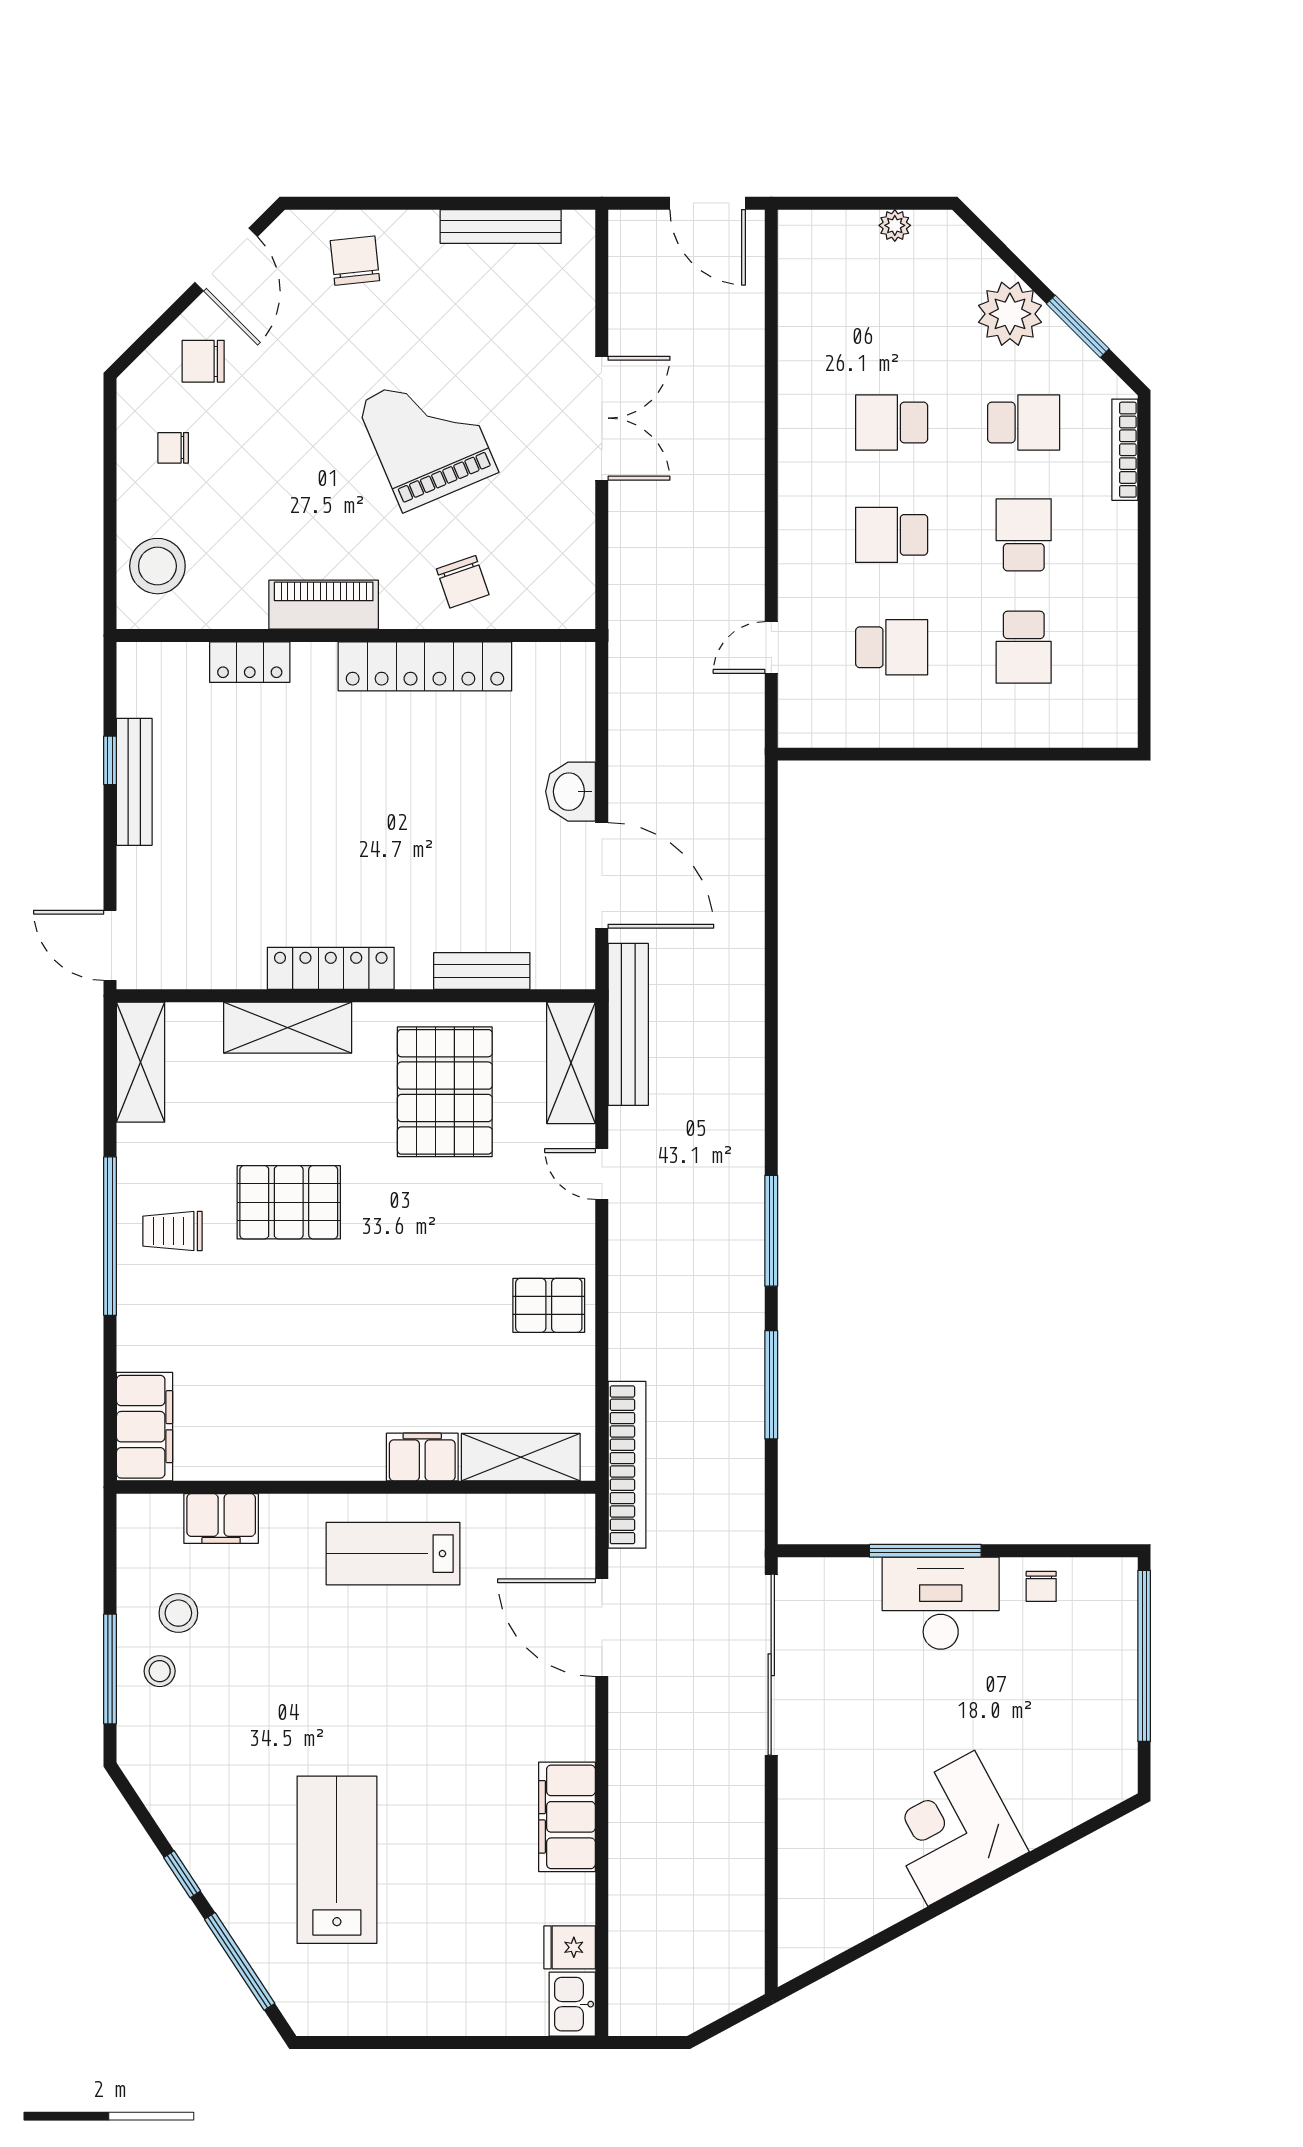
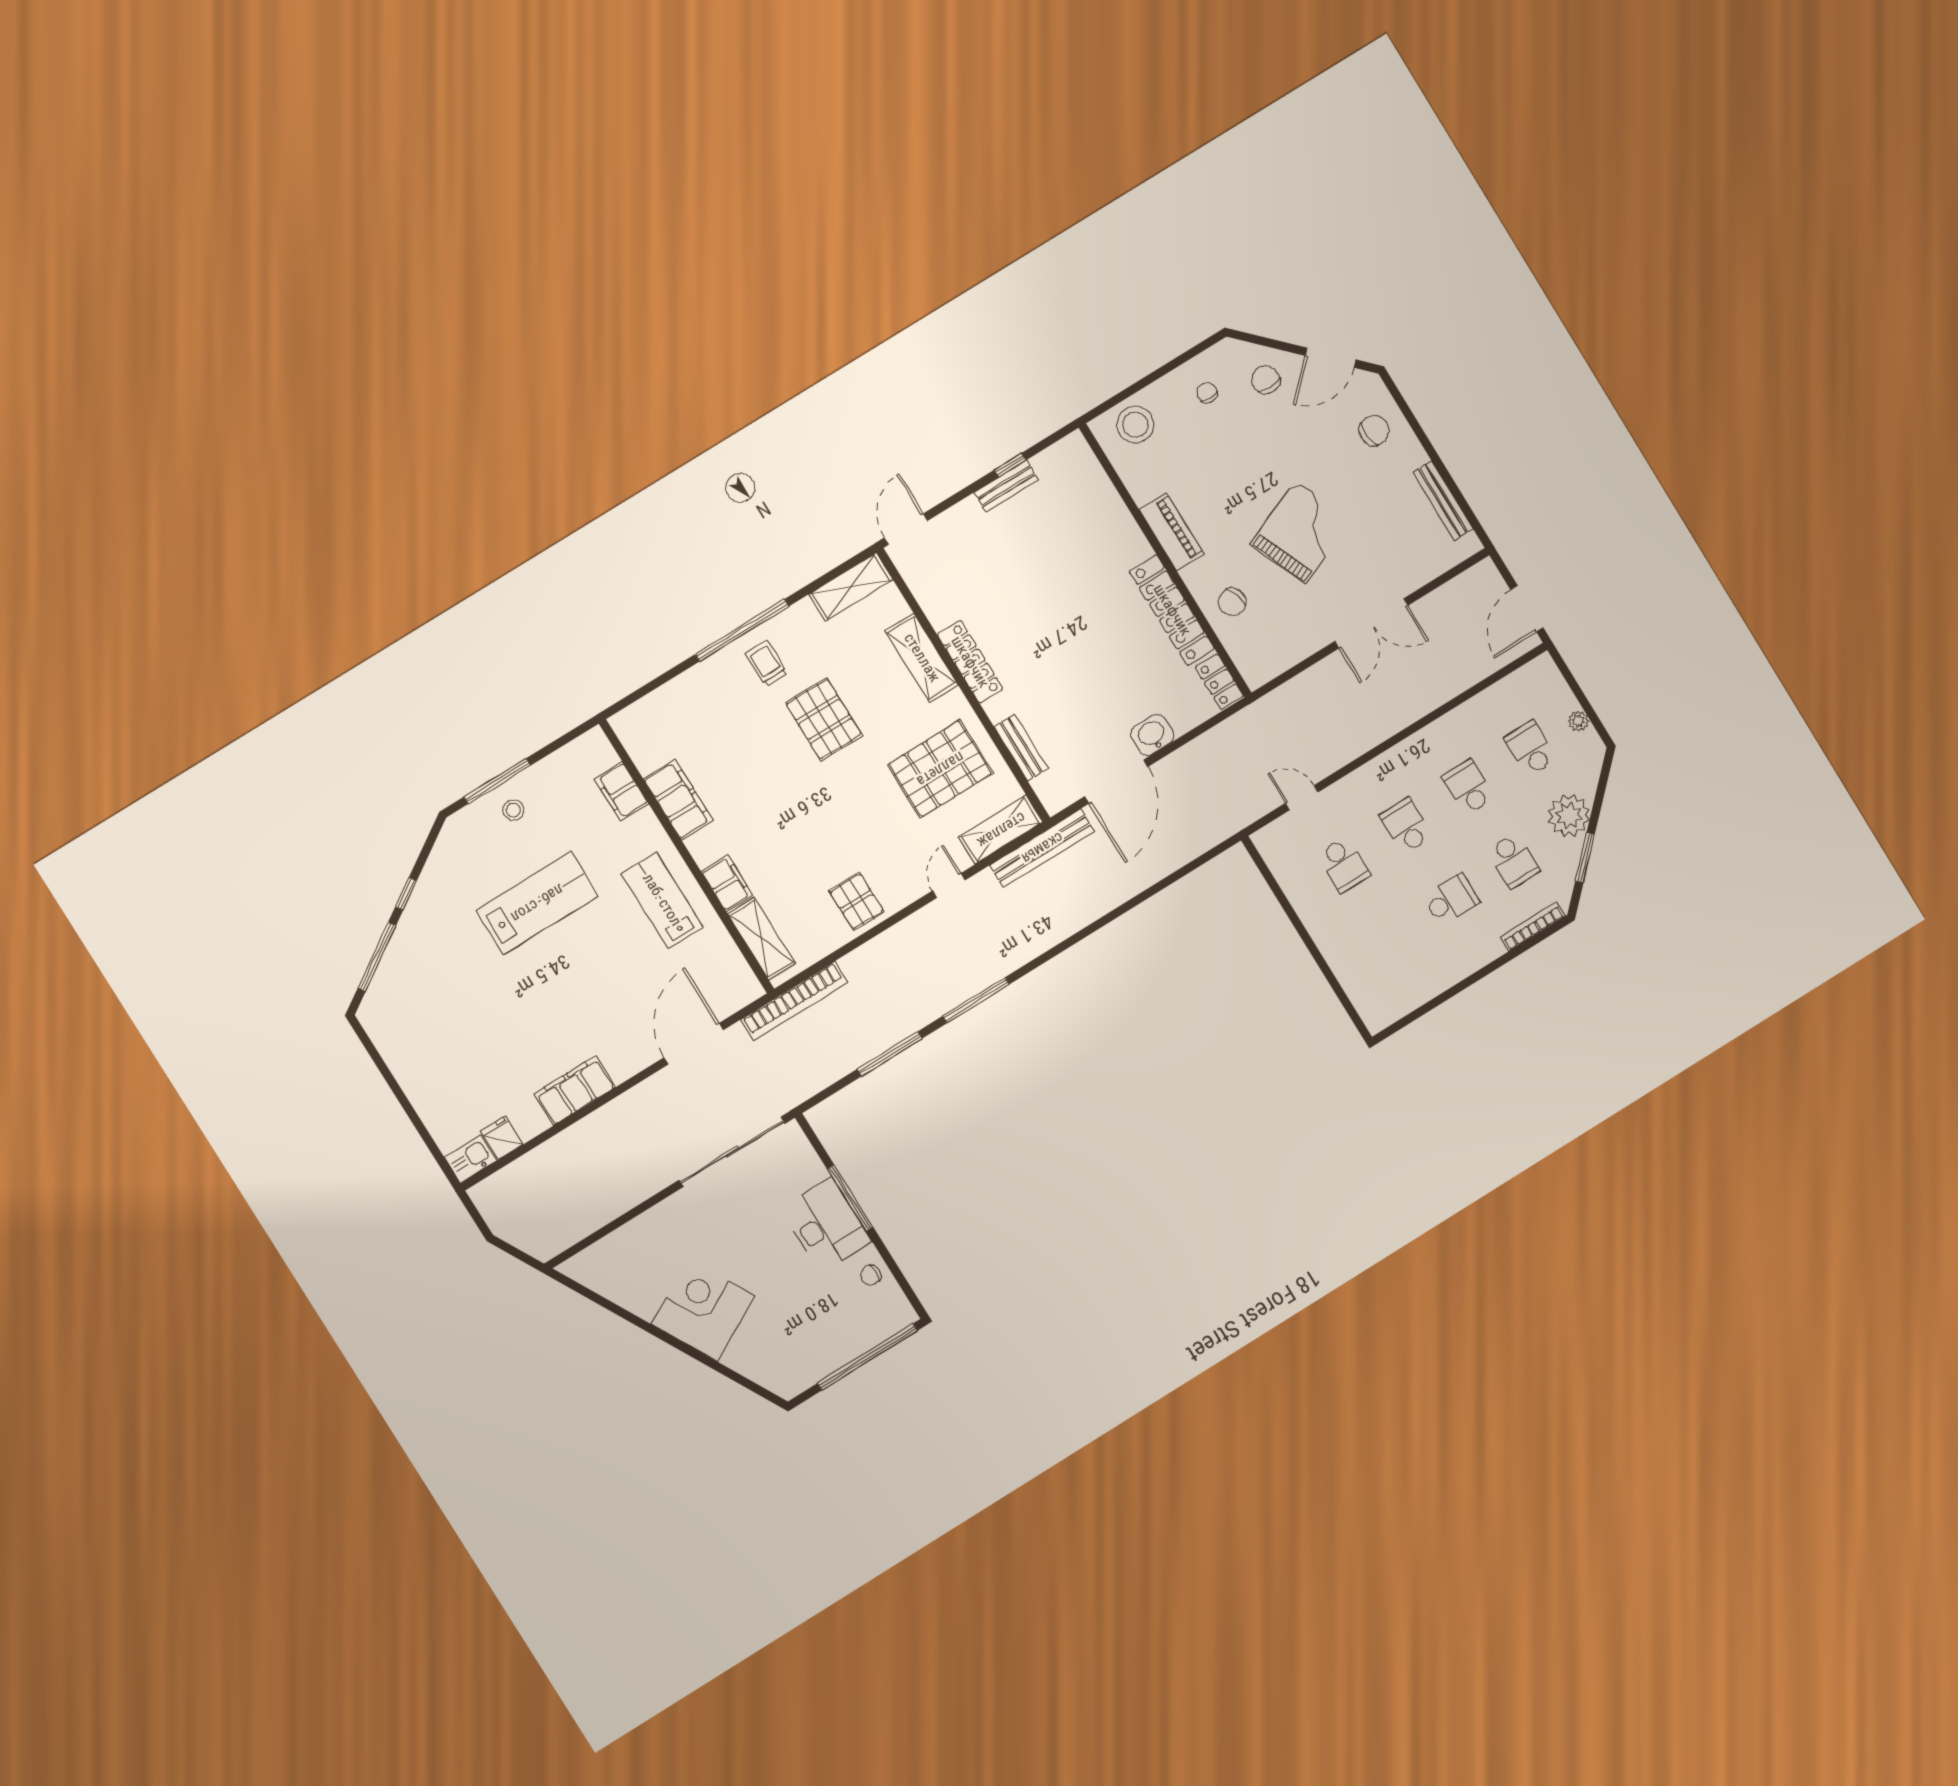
school desk: (1024, 647) -> (1531, 748), moved, turned 90
locker: (250, 662) -> (1219, 682), moved
bench: (134, 782) -> (1006, 486), width x0.73
filing cabinet: (145, 1427) -> (678, 800), moved, turned -90
stool: (178, 1613) -> (553, 800), removed
lab bench: (337, 1860) -> (537, 903), moved

